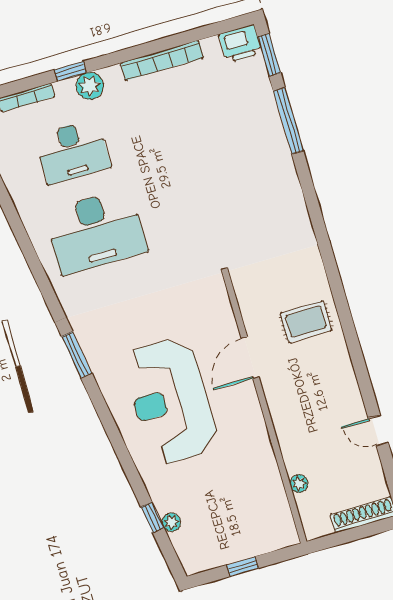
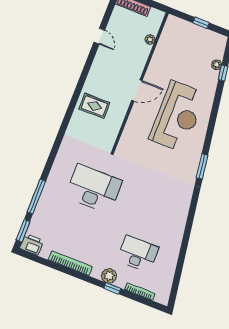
desk: (96, 232) -> (94, 189), moved
door: (250, 358) -> (137, 90), moved

